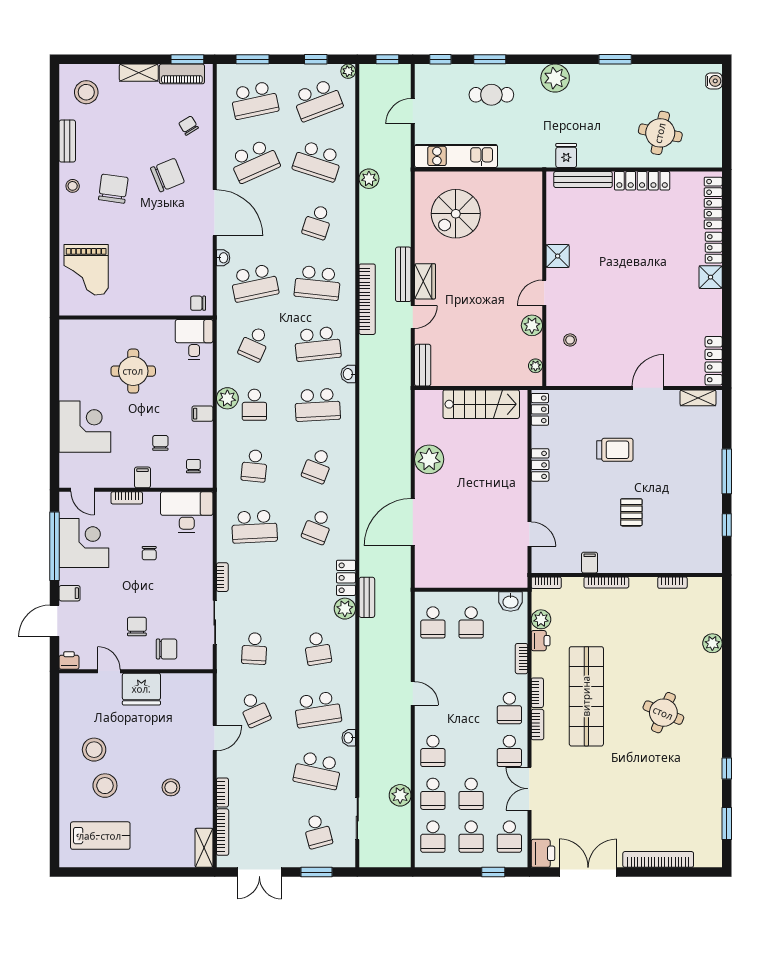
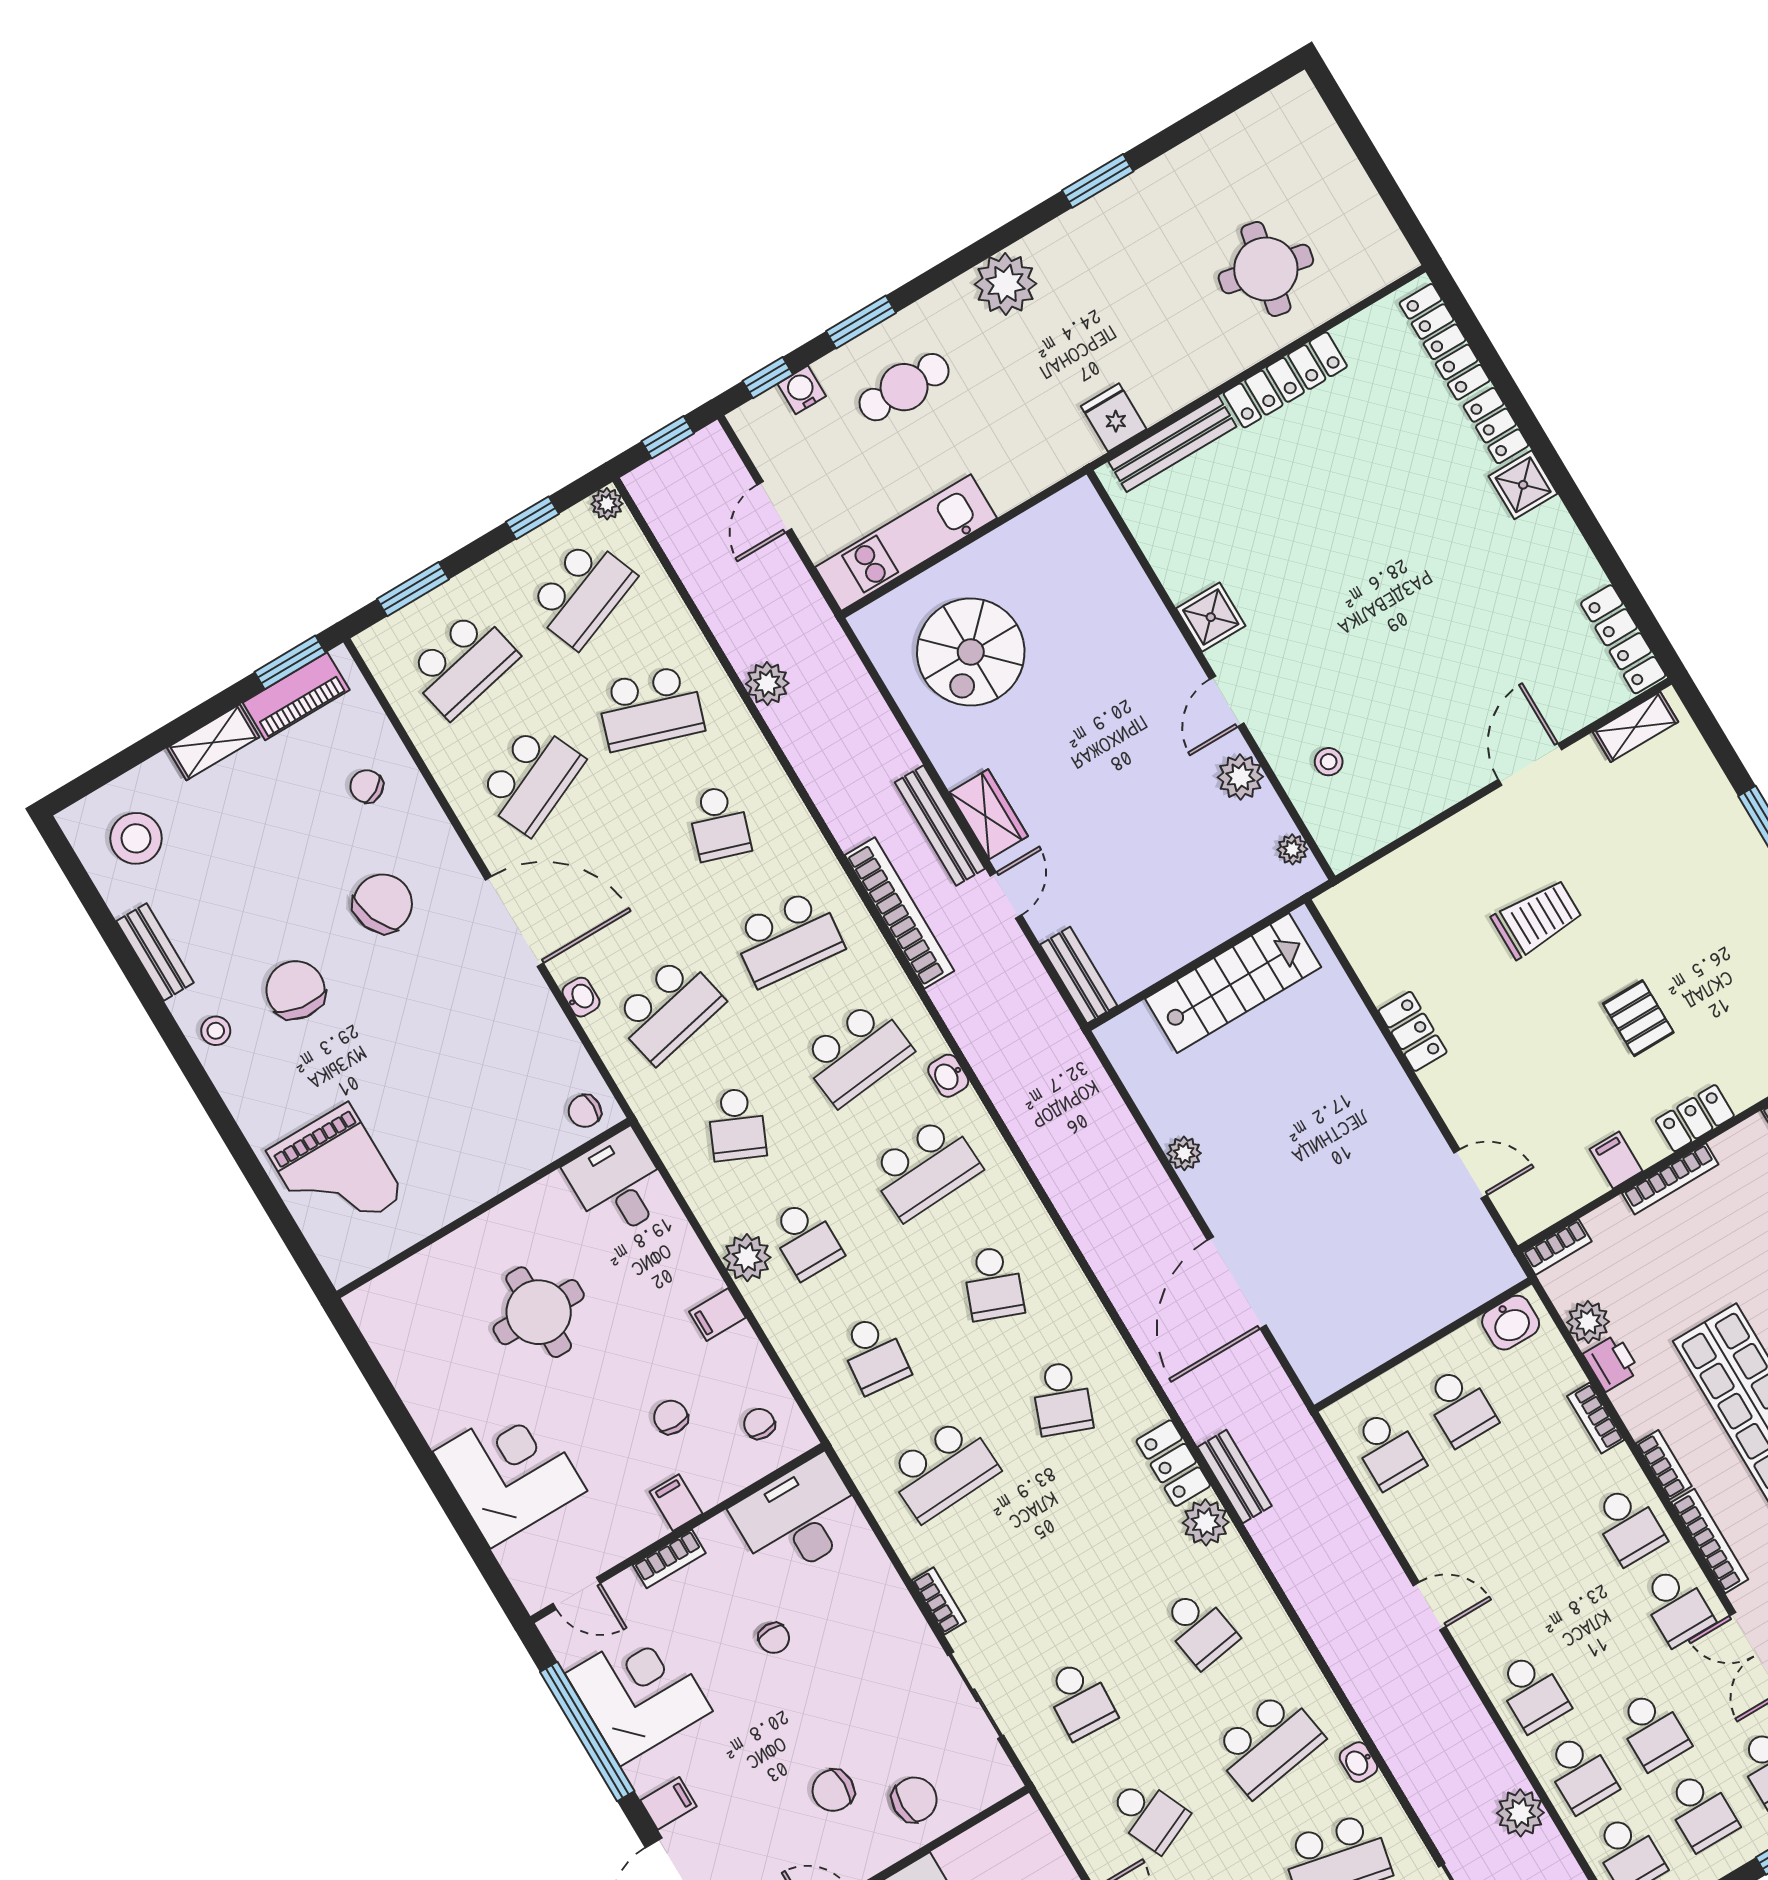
water cooler: (714, 81) -> (802, 390), moved, turned -90
locker: (540, 409) -> (1695, 1118), moved, turned -90
plant: (429, 459) -> (1184, 1153), width x0.53, depth x0.53
chair: (137, 627) -> (833, 1790), turned -90
bookcase: (537, 725) -> (1710, 1541), width x1.56

